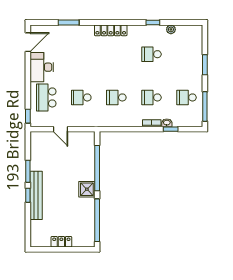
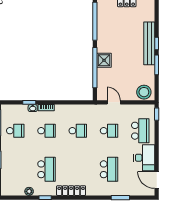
locker: (111, 30) -> (71, 191), moved
door: (28, 42) -> (157, 180), hinge flipped
school desk: (81, 54) -> (109, 169), added
school desk: (151, 54) -> (46, 169), width x1.85
door: (60, 129) -> (114, 102), moved
stool: (42, 141) -> (144, 92), added
shower: (87, 189) -> (104, 60), moved

